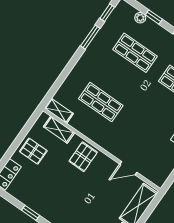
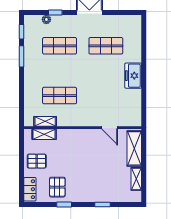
shelving: (59, 111) -> (45, 121), moved
pallet: (83, 157) -> (57, 187), moved
door: (128, 168) -> (110, 128), hinge flipped

